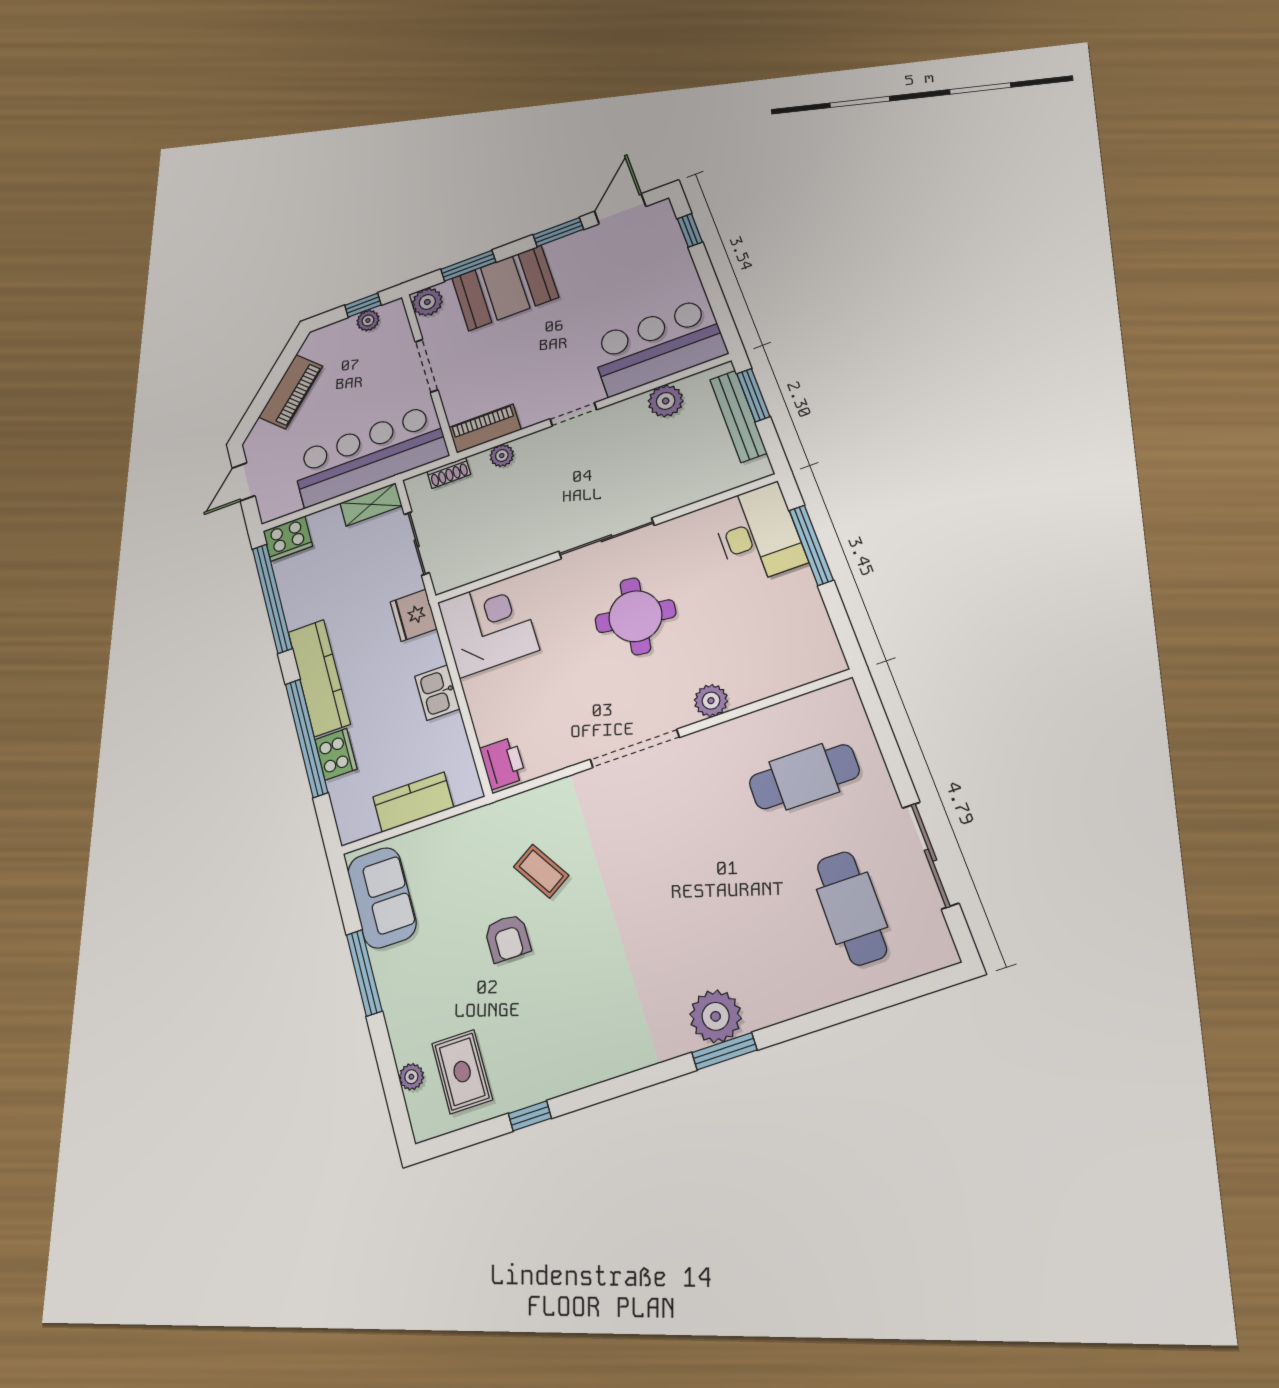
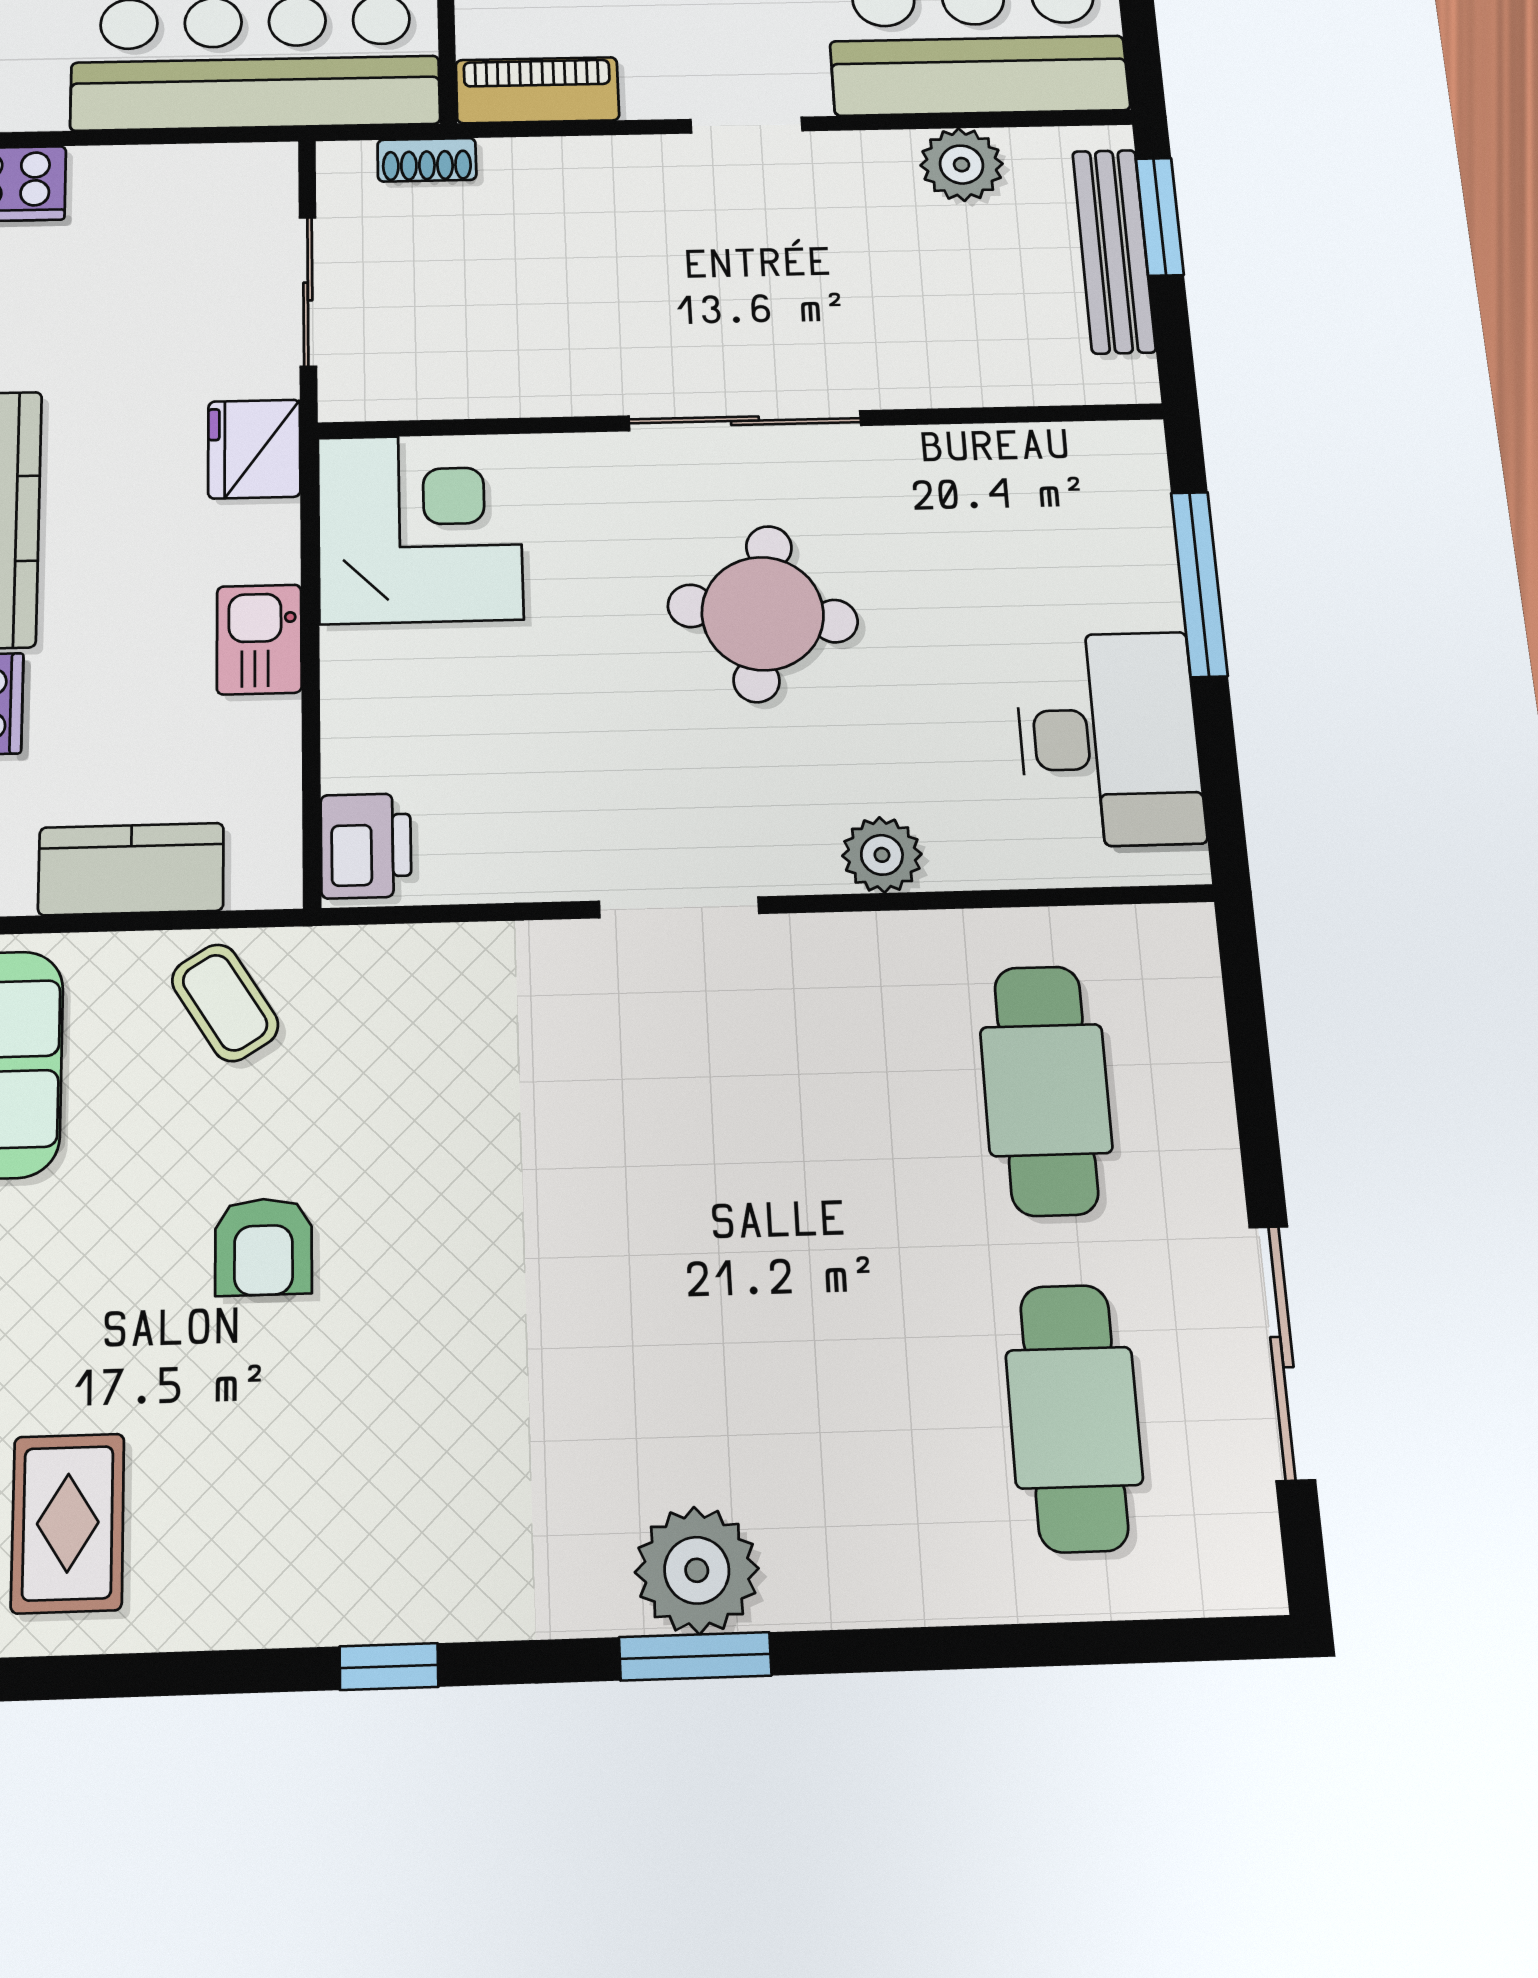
plant: (502, 456) -> (559, 162), removed
shelving: (371, 504) -> (227, 171), removed
desk: (758, 534) -> (1109, 739), moved
doorway: (635, 748) -> (679, 907), width x0.73
cafe table: (804, 777) -> (1046, 1090), turned 90
coffee table: (541, 871) -> (225, 1003), moved
window: (530, 1116) -> (389, 1667), moved

